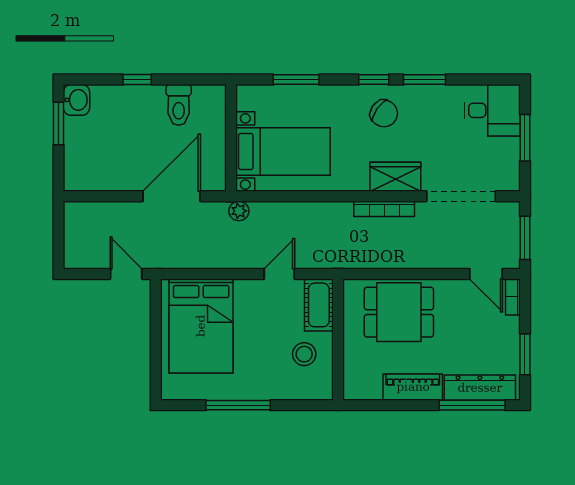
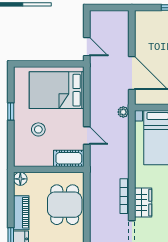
door: (126, 274) -> (87, 47), hinge flipped
stool: (304, 354) -> (38, 129), moved
floor lamp: (354, 389) -> (20, 179), added
window: (238, 405) -> (11, 112), width x0.46

